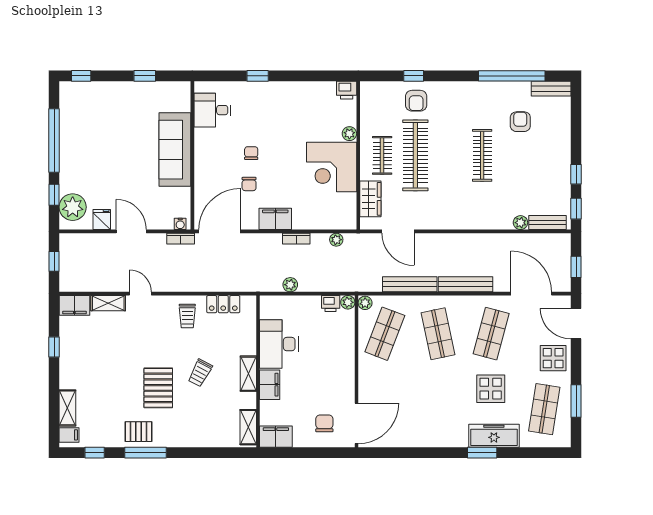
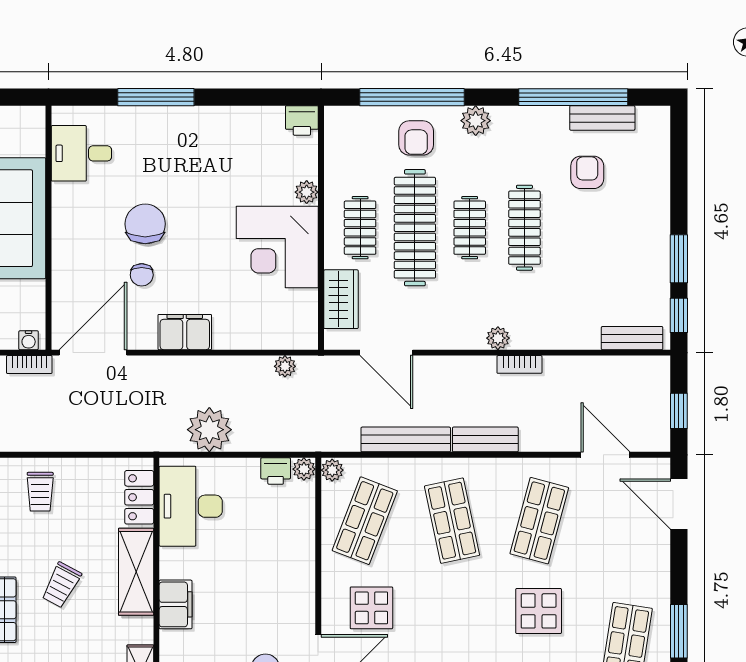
window: (258, 76) -> (156, 97), width x2.17
window: (414, 76) -> (412, 97), width x3.17
bench: (551, 89) -> (602, 118), moved
plant: (452, 90) -> (476, 121), added
chair: (251, 153) -> (145, 224), width x1.87, depth x1.87
clothes rail: (449, 155) -> (470, 228), added
window: (576, 174) -> (679, 259), width x1.50
plant: (520, 223) -> (498, 338), moved
bookcase: (296, 239) -> (519, 364), moved
bench: (466, 284) -> (485, 439), width x0.73
plant: (290, 285) -> (209, 430), width x1.87, depth x1.87
door: (531, 294) -> (605, 455), width x0.73
locker: (223, 304) -> (139, 497), moved, turned 90
desk: (279, 344) -> (191, 506), moved
display table: (553, 358) -> (371, 608), moved
shelving: (248, 374) -> (136, 572), width x1.50, depth x1.33

